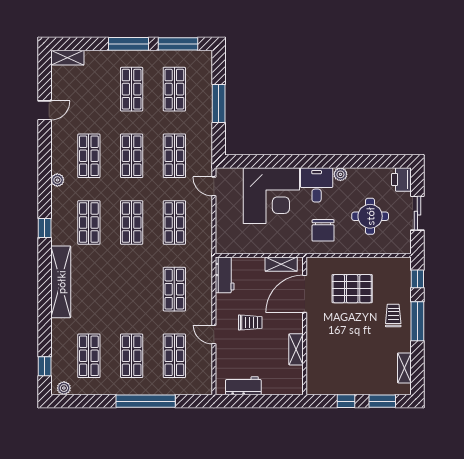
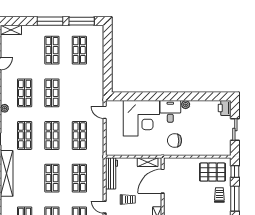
window: (219, 104) -> (108, 59), removed
shop shelf: (174, 156) -> (52, 178), moved
round table: (370, 216) -> (205, 131), removed
chair: (323, 230) -> (174, 141), turned 90
workbench: (225, 275) -> (112, 173), width x1.38
pallet: (352, 289) -> (213, 172), moved

